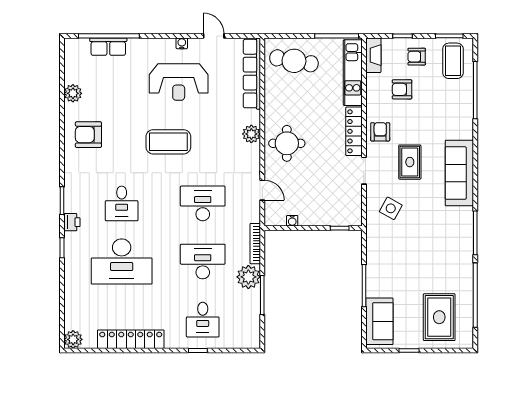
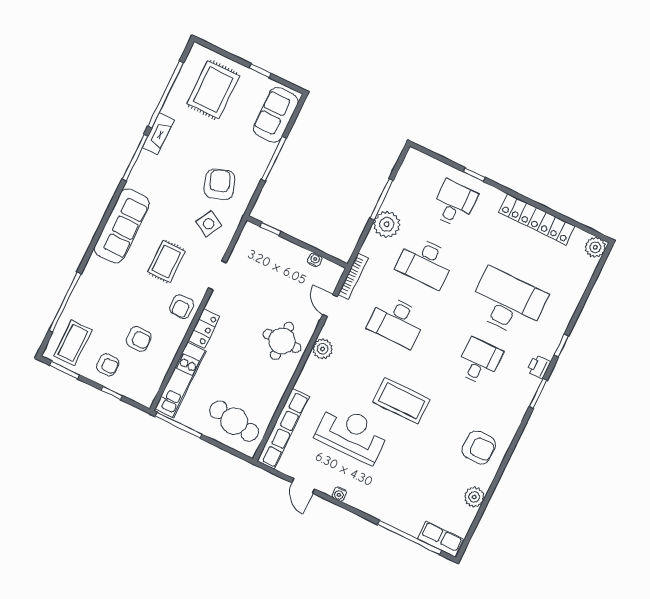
row of seats: (108, 47) -> (441, 539), moved
fireplace: (373, 55) -> (158, 134), moved, turned 180
reception desk: (179, 82) -> (352, 434), moved
locker: (354, 131) -> (204, 329), width x0.66
plant: (251, 134) -> (323, 349), moved
bookcase: (255, 244) -> (353, 276), moved
armchair: (397, 244) -> (220, 184), added

